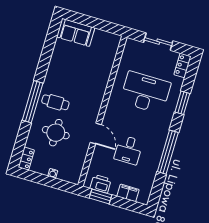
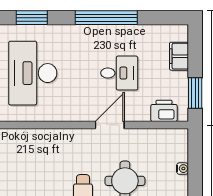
printer: (101, 184) -> (164, 111), moved, turned 90

